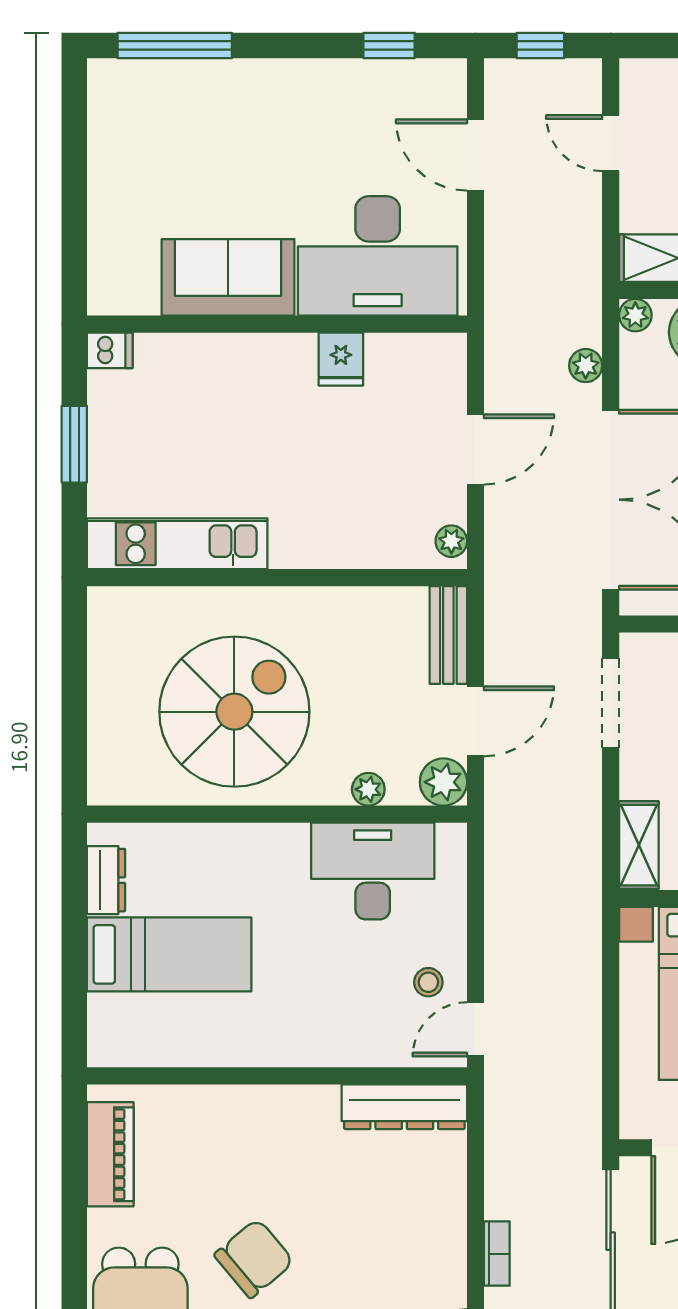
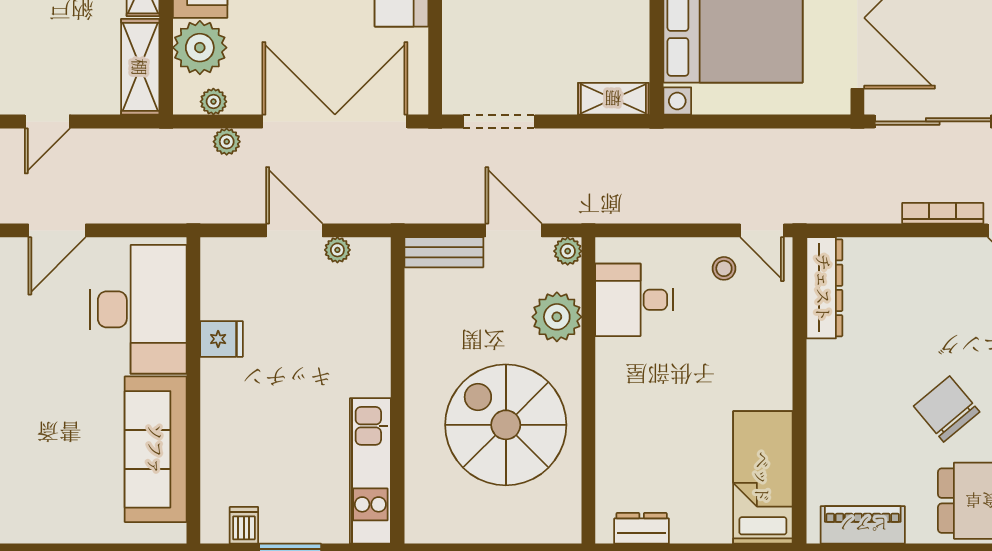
sofa: (228, 277) -> (156, 449), width x1.36
plant: (635, 315) -> (213, 102), moved
dishwasher: (110, 350) -> (244, 525), moved
plant: (451, 541) -> (337, 250), moved
plant: (443, 782) -> (568, 251), width x0.73, depth x0.73
plant: (368, 789) -> (557, 317), width x1.88, depth x1.88
desk: (373, 871) -> (634, 300), width x0.73
bed: (169, 954) -> (763, 477), moved
bookcase: (497, 1254) -> (943, 213), width x1.56

